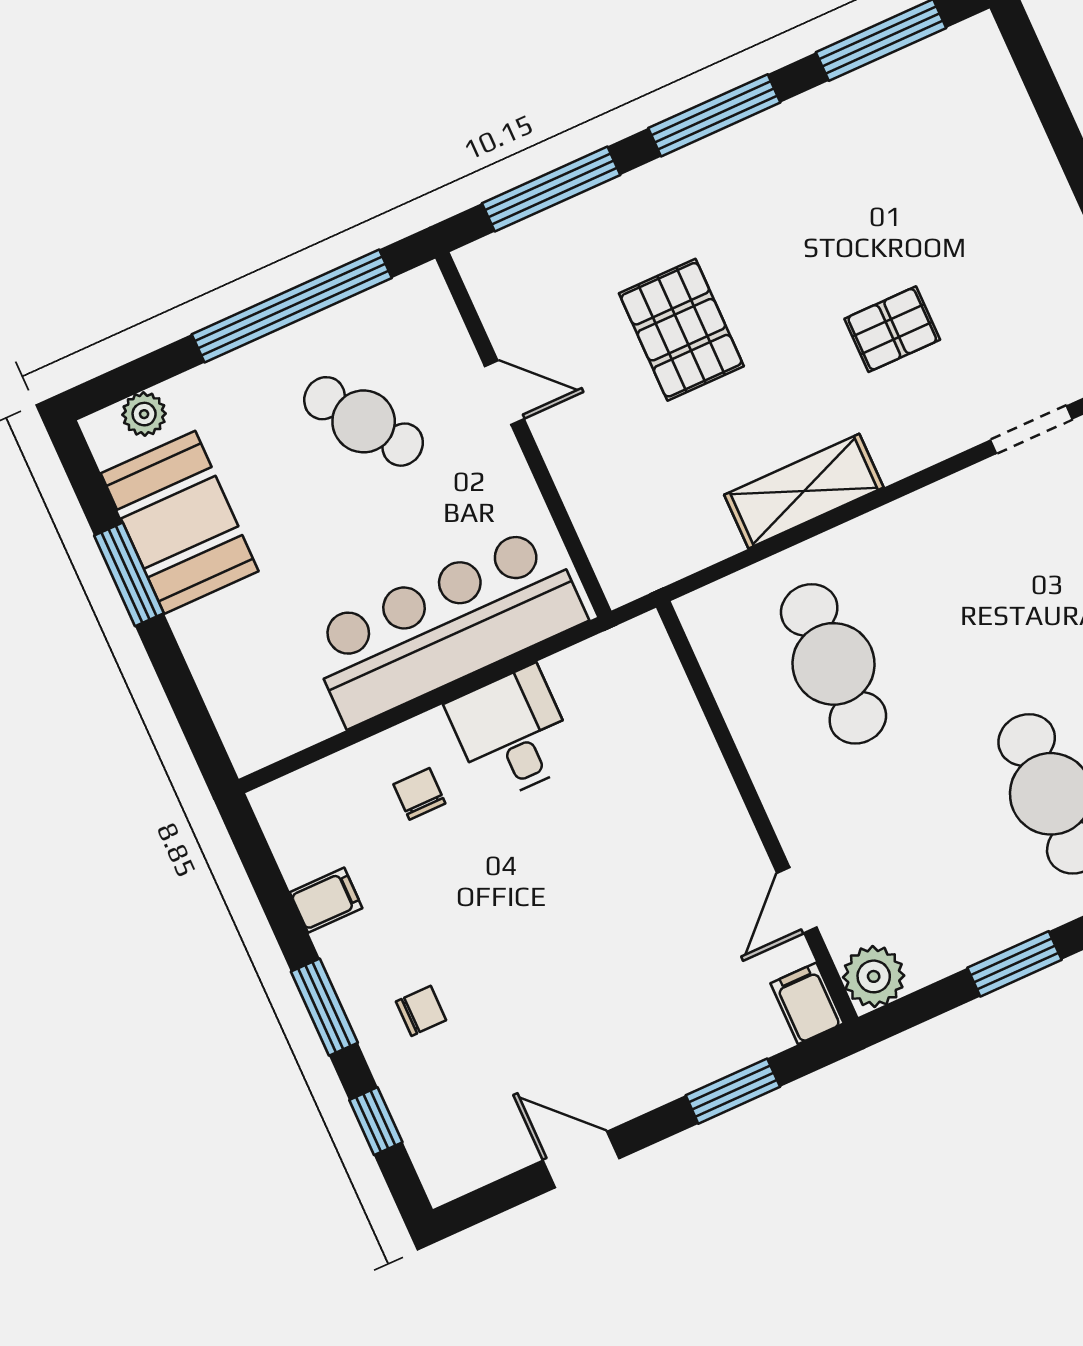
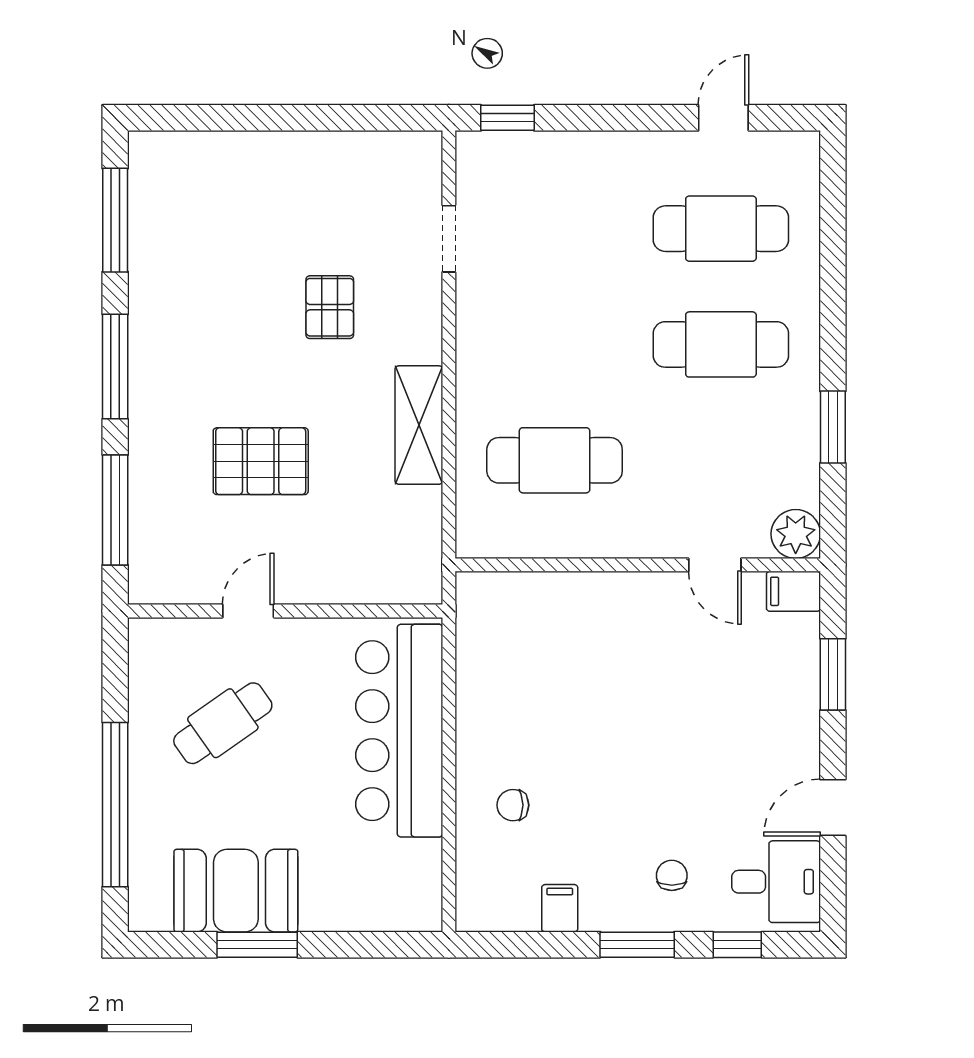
window: (292, 306) -> (115, 805), moved
plant: (144, 414) -> (145, 881), removed
desk: (512, 733) -> (776, 882), moved, turned 180

